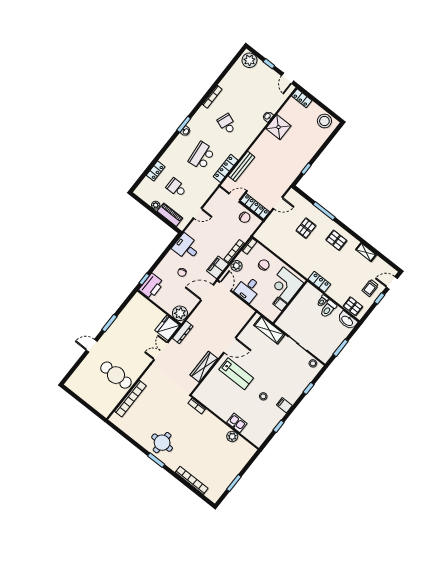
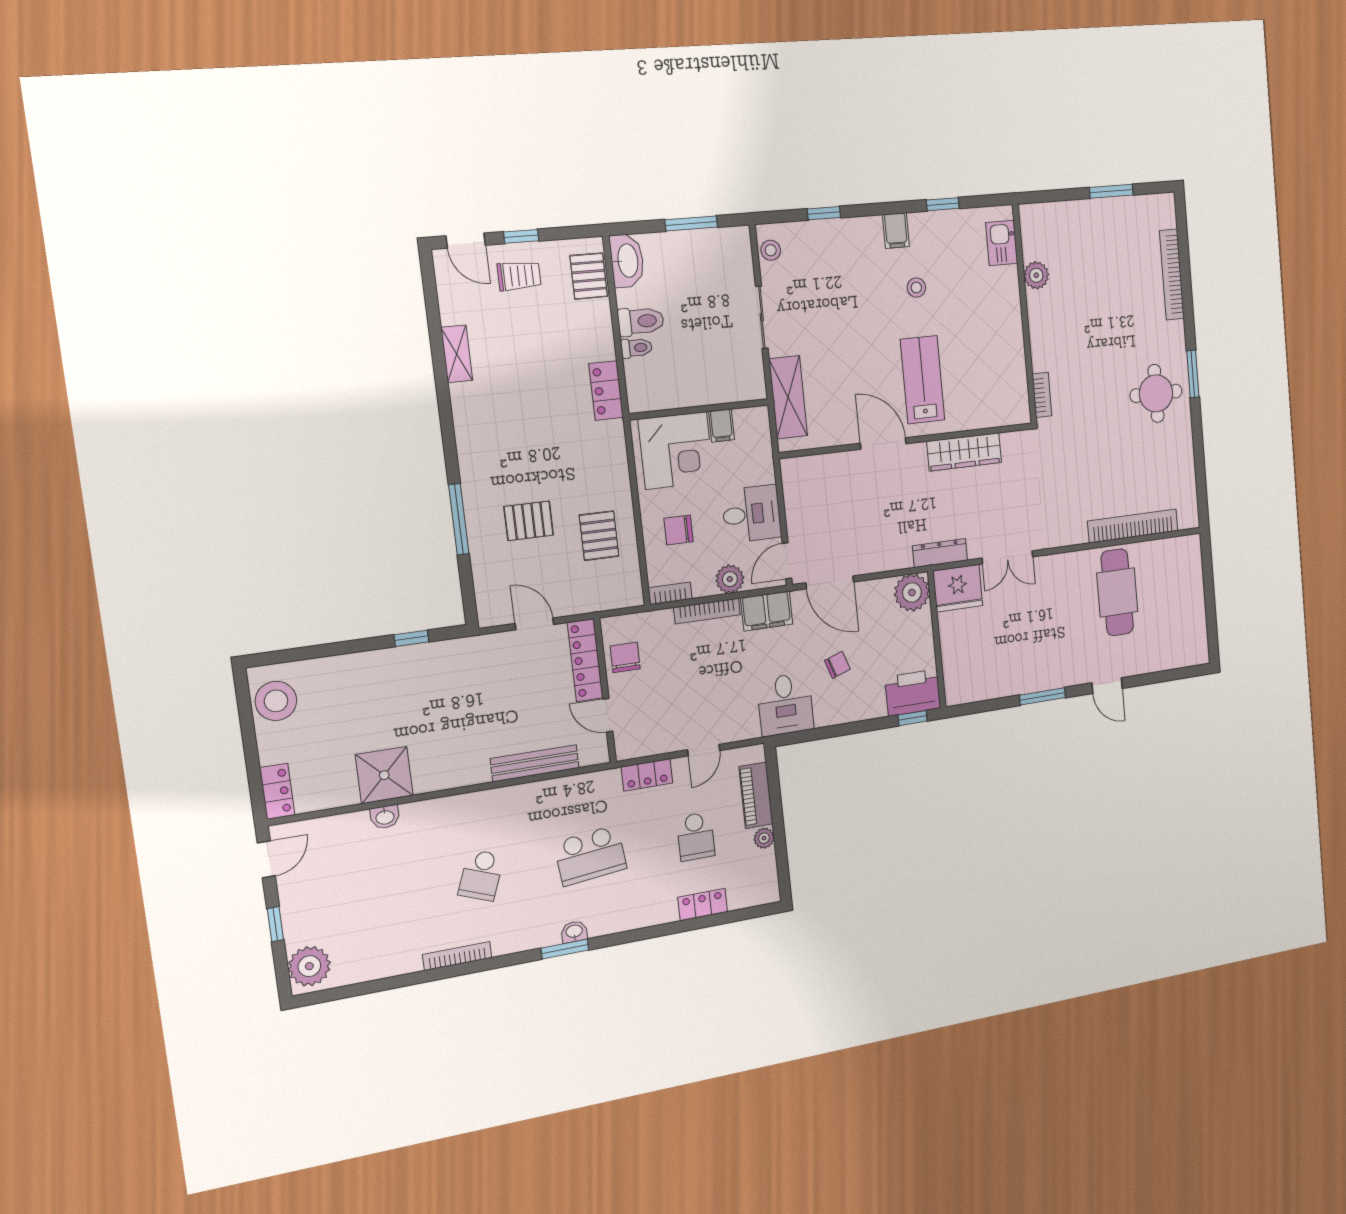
locker: (226, 168) -> (647, 775), moved, width x0.66
door: (198, 213) -> (704, 750), swing flipped
pallet: (336, 240) -> (599, 536), moved
kitchen sink: (237, 423) -> (1002, 243), moved

